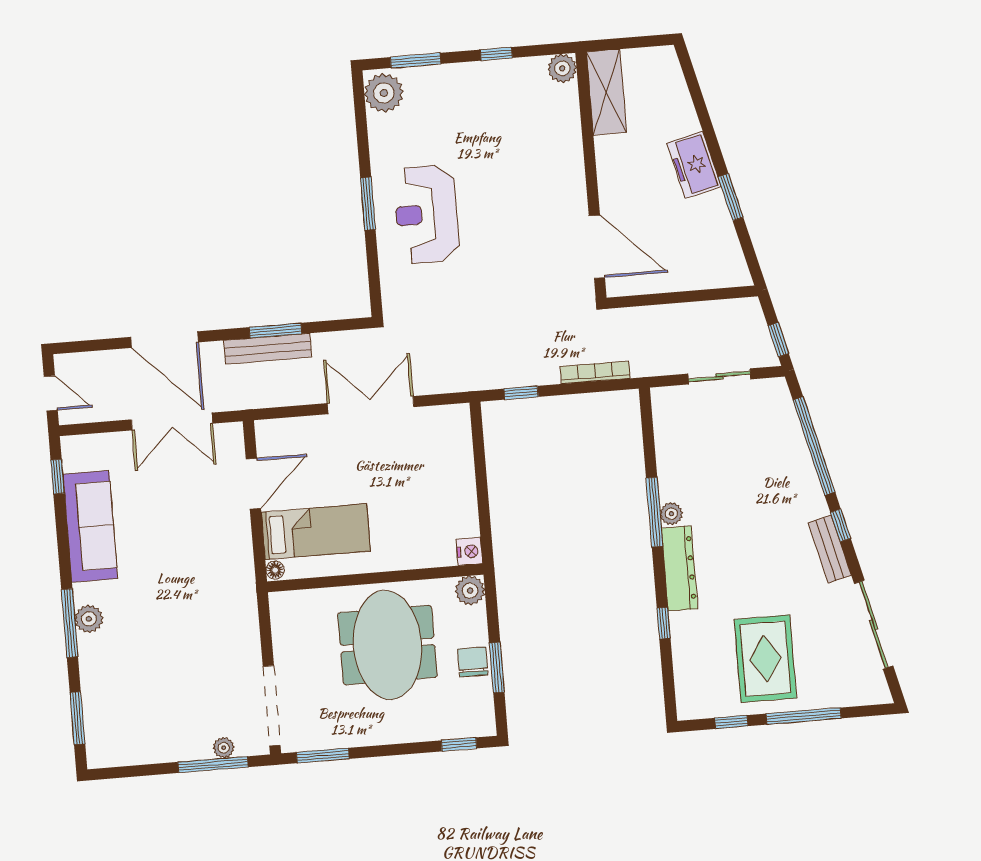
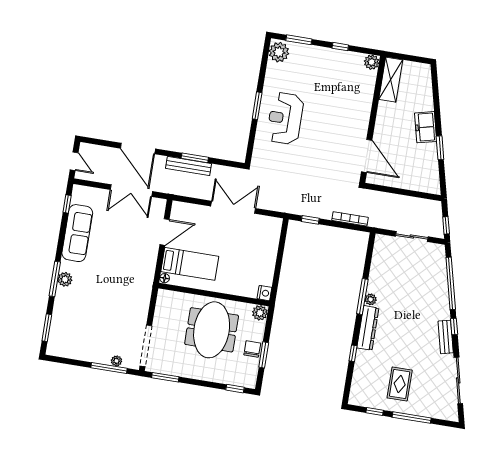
rug: (765, 659) -> (400, 384), width x0.73, depth x0.70

